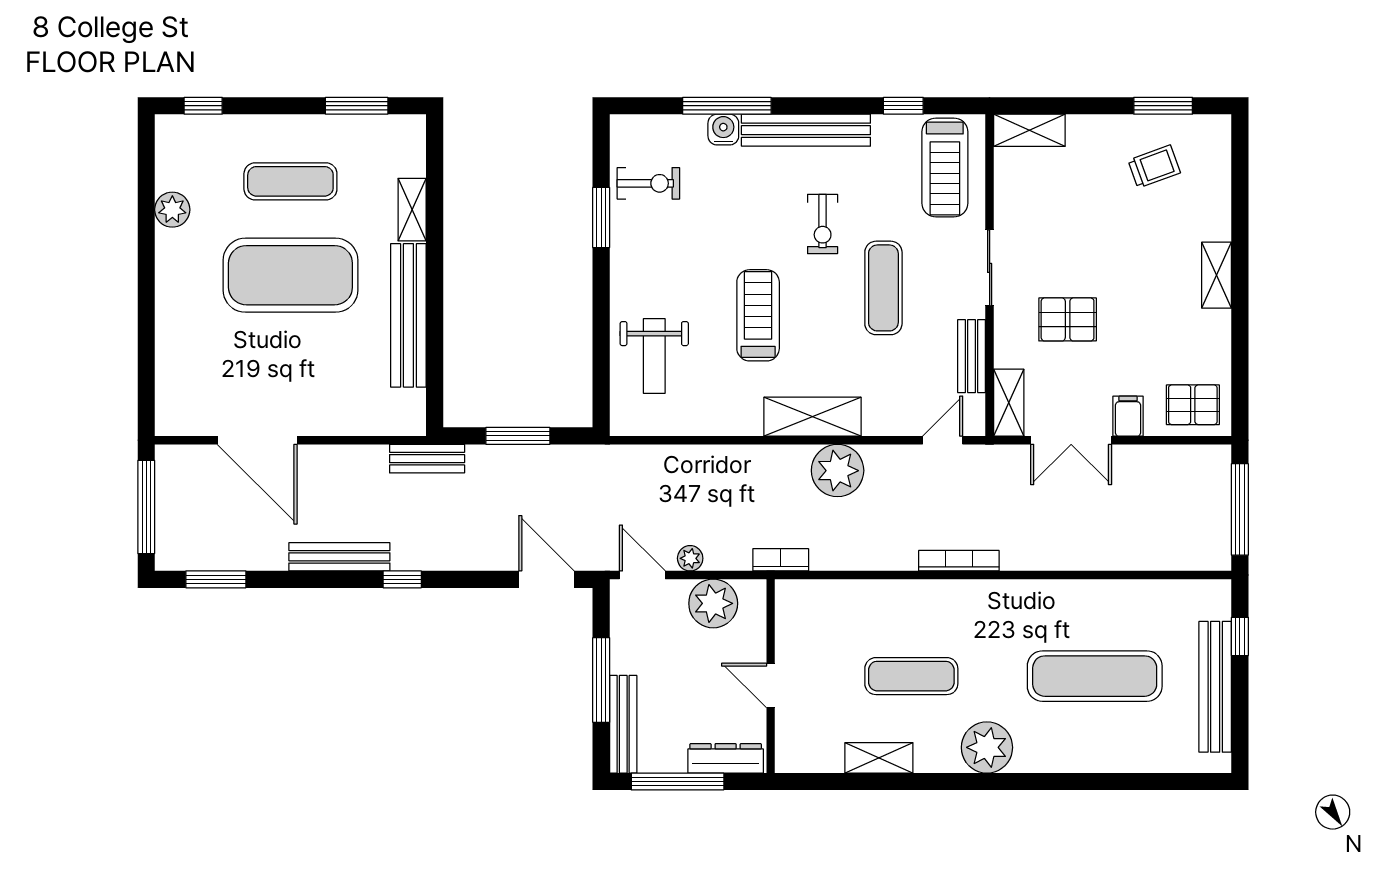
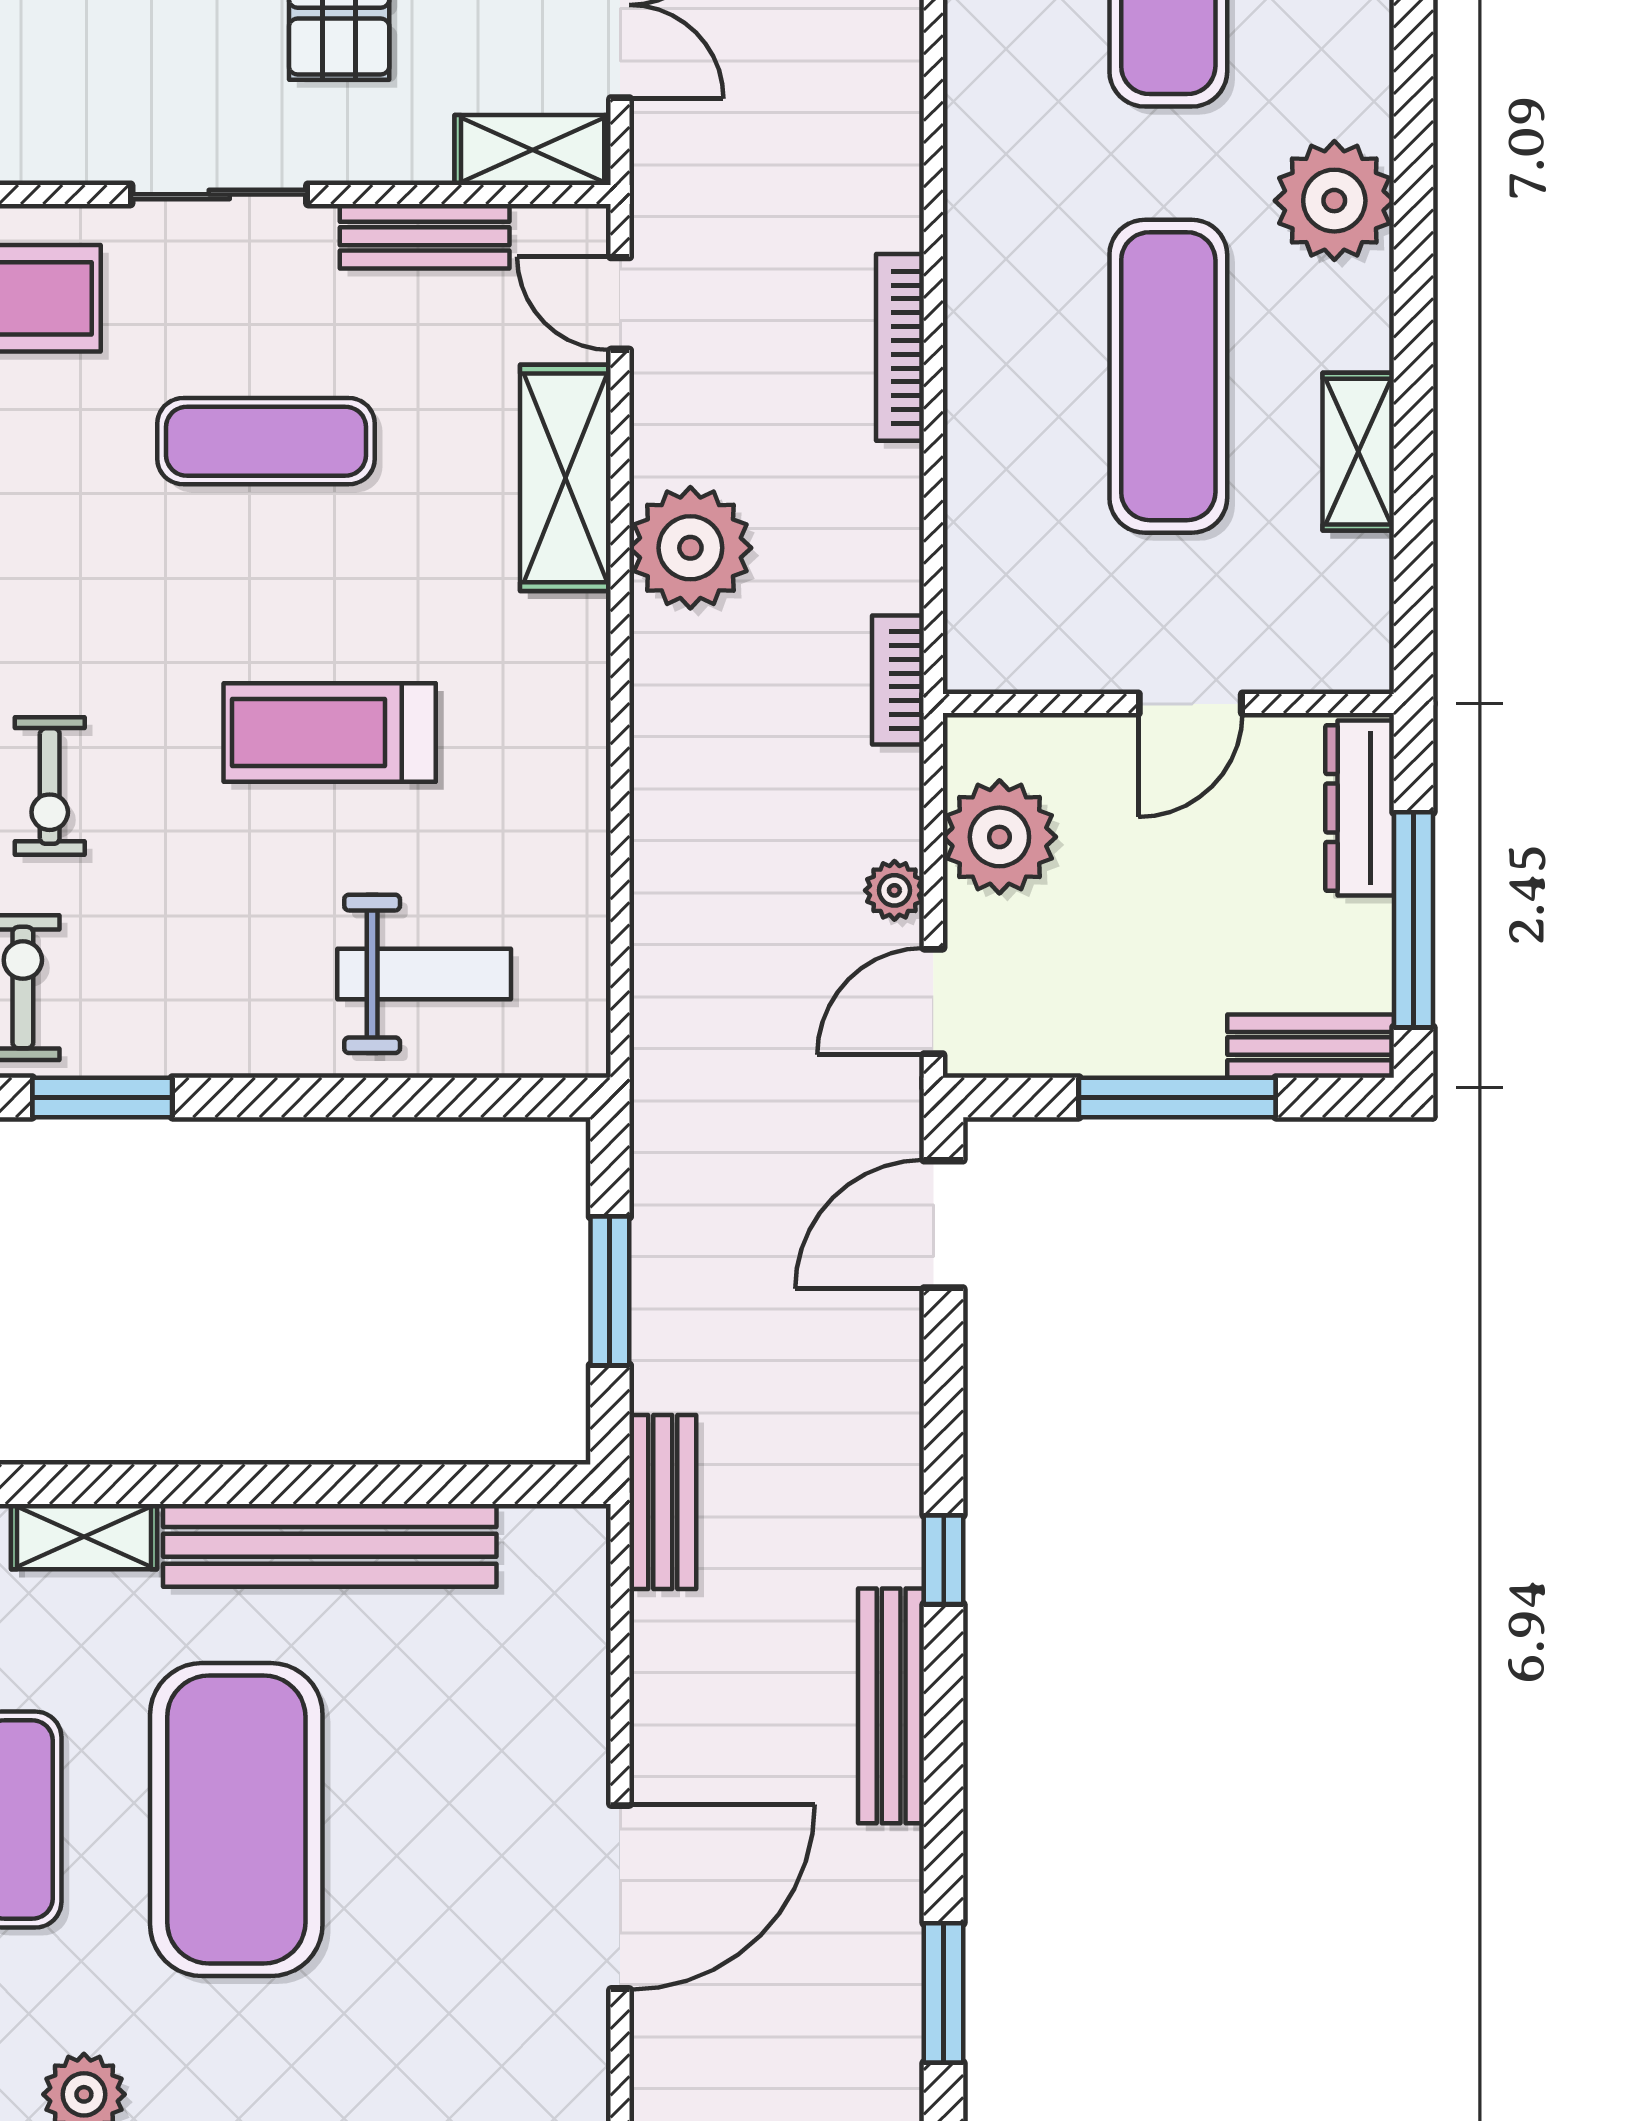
exercise bike: (823, 224) -> (50, 786), moved, turned 90
shelving: (812, 417) -> (565, 478), moved
bookcase: (959, 561) -> (900, 347), moved
exercise mat: (911, 676) -> (1168, 376), width x1.36, depth x1.45
bench: (623, 724) -> (1311, 1046), width x0.73

